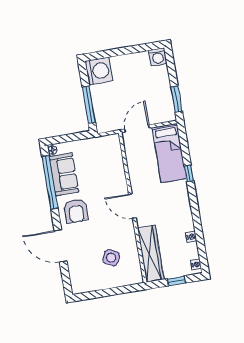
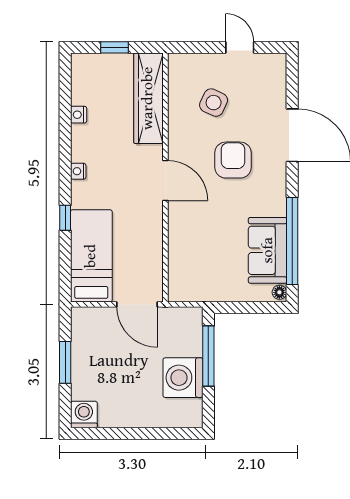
washing machine: (99, 71) -> (183, 378), moved
window: (176, 99) -> (65, 362), moved
door: (137, 129) -> (137, 304), hinge flipped
armchair: (76, 211) -> (233, 160), moved
nightstand: (196, 264) -> (78, 171), moved
door: (101, 293) -> (240, 47), added

